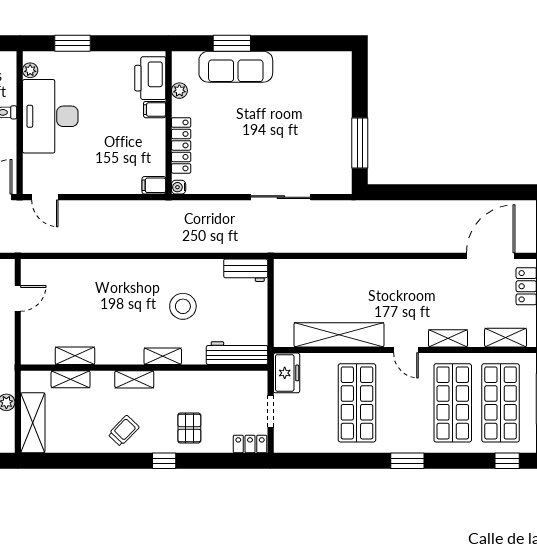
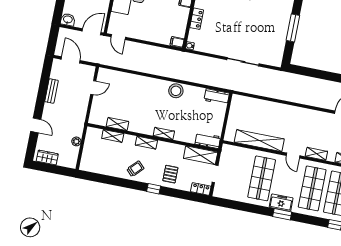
window: (360, 143) -> (293, 28), moved
locker: (181, 145) -> (197, 19), width x0.66
stool: (183, 306) -> (176, 91), moved
workbench: (237, 353) -> (208, 140), width x0.73
freezer: (287, 373) -> (281, 203), moved, turned -90
shelving: (33, 423) -> (201, 155), moved, turned 90

